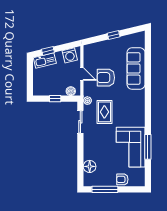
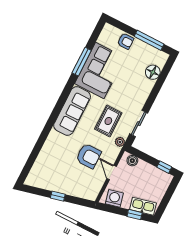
sofa: (136, 68) -> (72, 111), moved
window: (55, 99) -> (164, 167), moved

